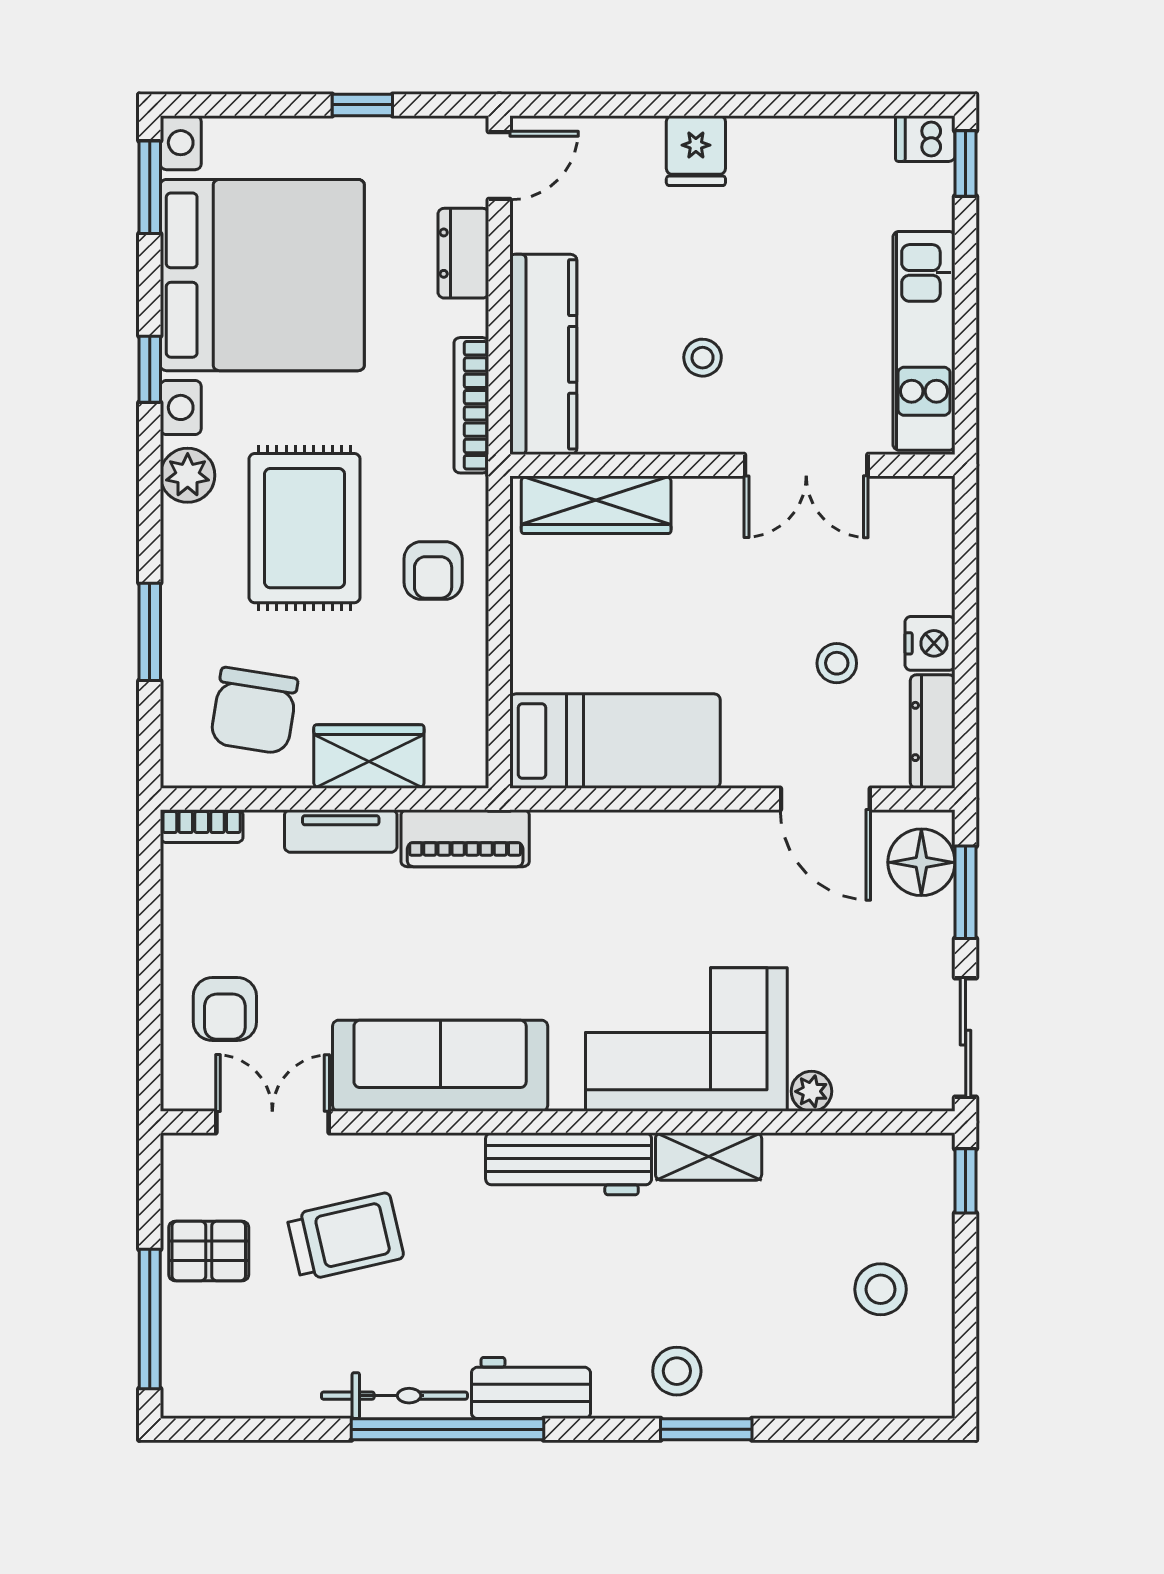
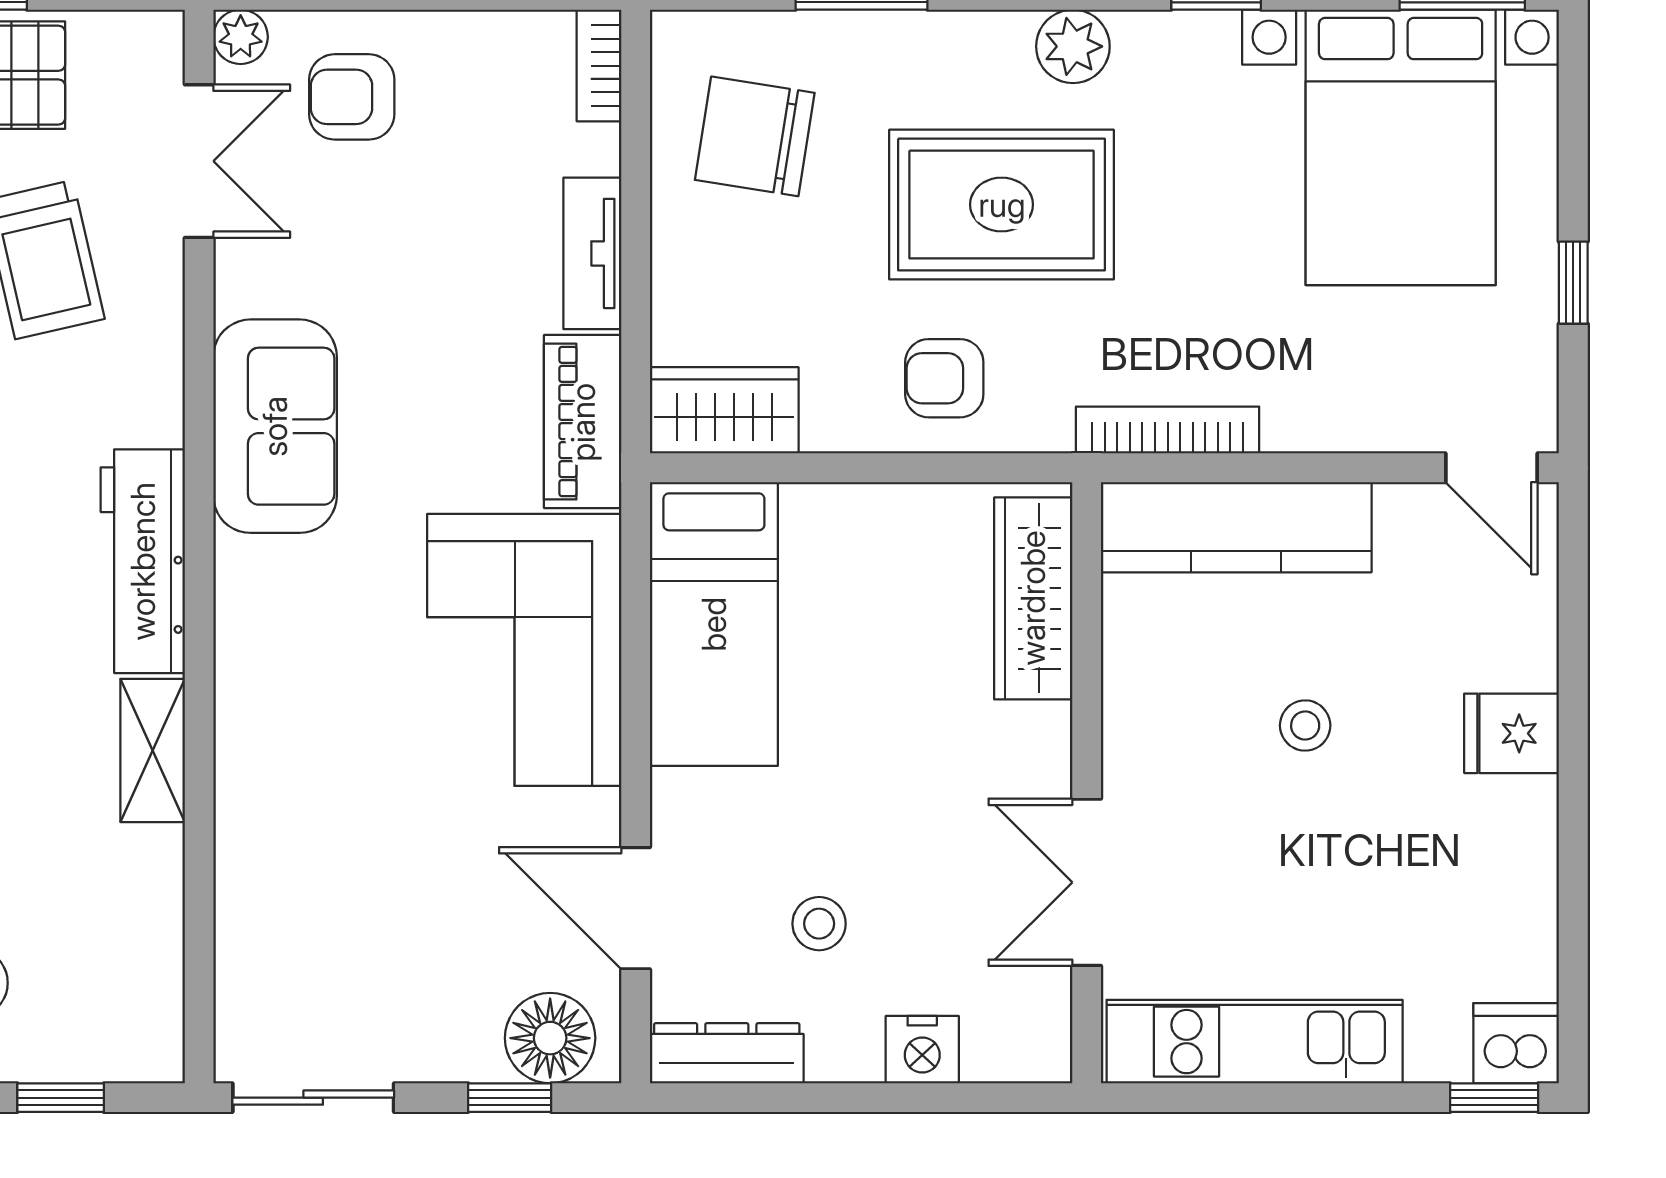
dishwasher: (925, 139) -> (1516, 1043), width x1.38
dresser: (463, 253) -> (1373, 419), removed
bed with nightstands: (262, 275) -> (1401, 147), width x0.73
stool: (703, 358) -> (1305, 726), moved
nightstand: (930, 643) -> (922, 1050), moved
wardrobe: (369, 756) -> (724, 410), moved, turned -90
door: (825, 799) -> (636, 908), hinge flipped
window: (966, 892) -> (510, 1098), width x0.67
corner sofa: (686, 1040) -> (524, 650), moved, turned 180
sofa: (440, 1066) -> (275, 426), width x0.73
plant: (811, 1091) -> (241, 37), moved
window: (966, 1181) -> (61, 1098), moved

